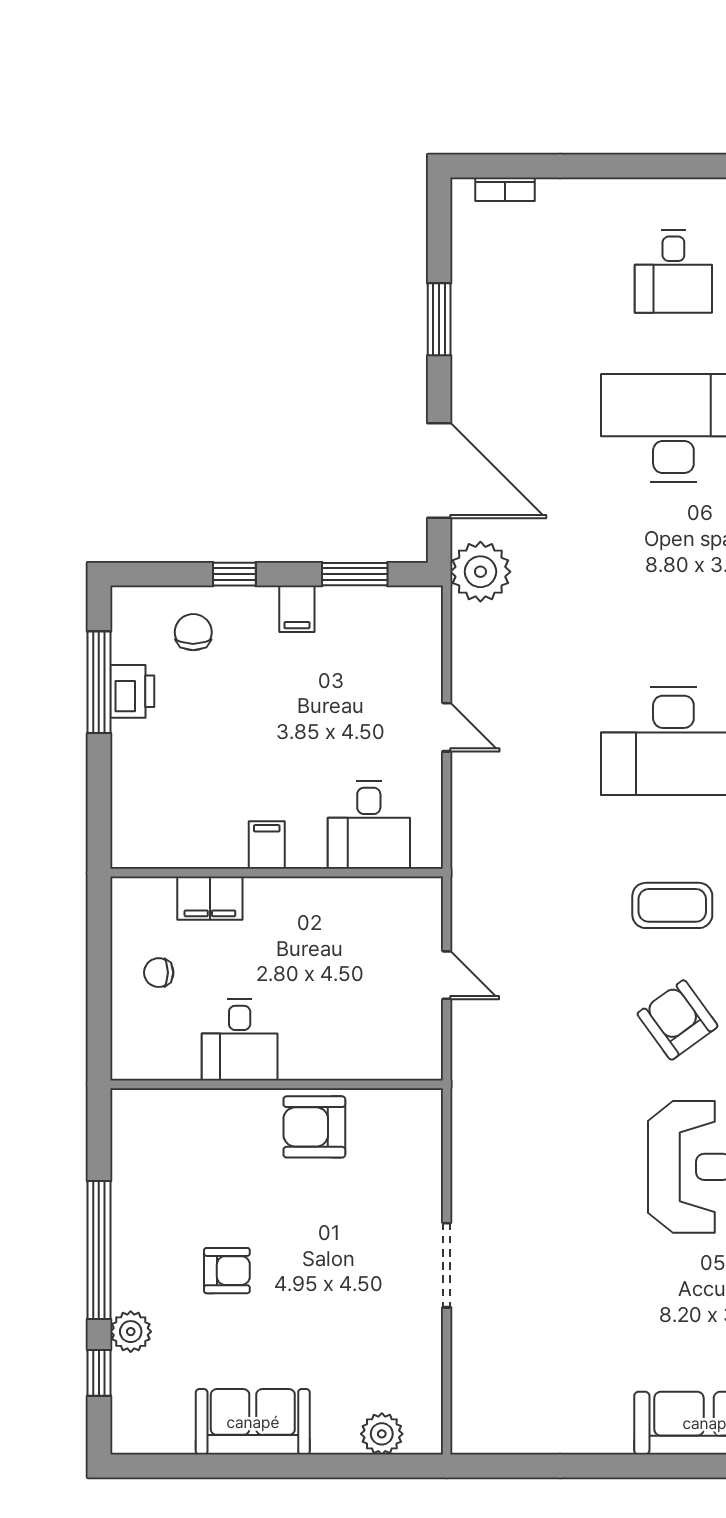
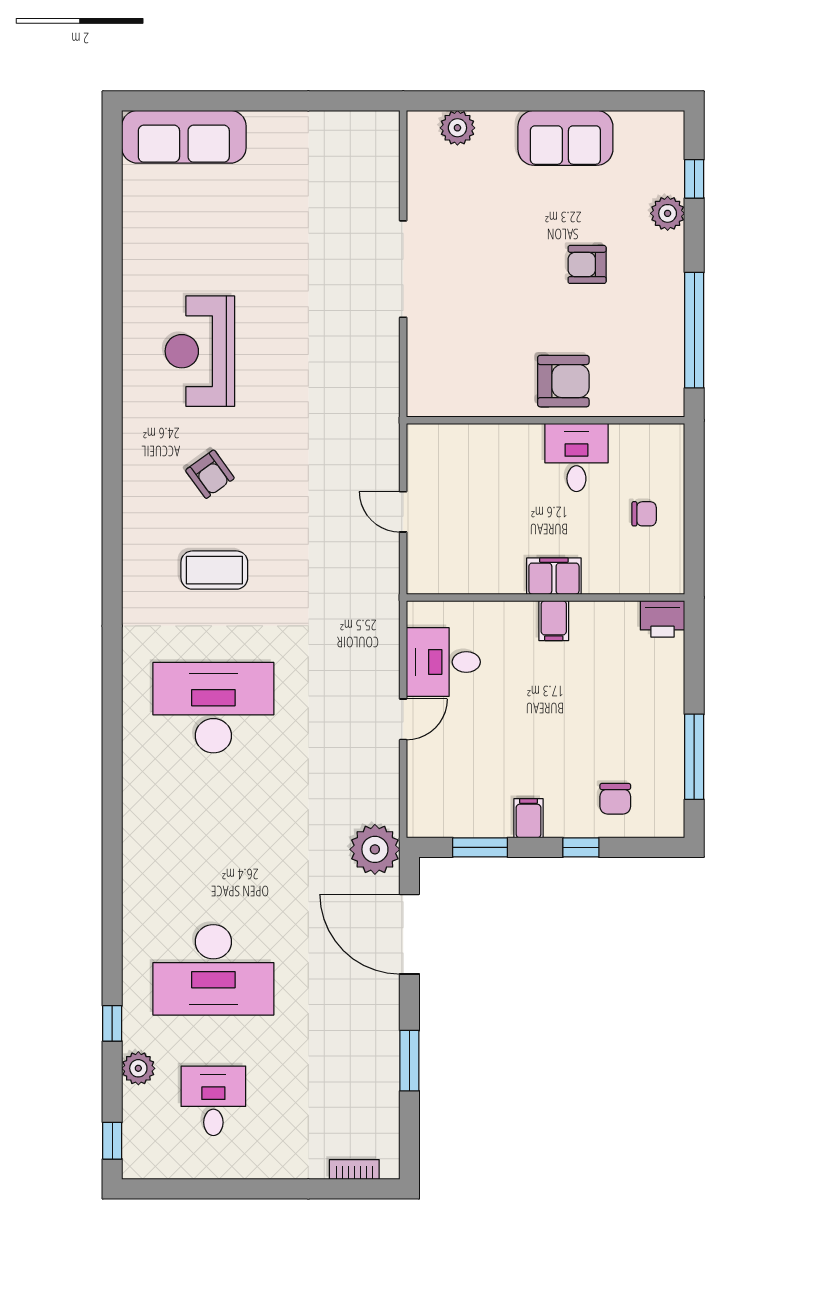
printer: (132, 691) -> (663, 619), moved, turned -90
door: (447, 727) -> (403, 719), swing flipped
desk: (369, 825) -> (443, 662), moved, turned -90
filing cabinet: (210, 898) -> (554, 576), moved
armchair: (678, 1020) -> (210, 474), width x0.72, depth x0.72
armchair: (314, 1127) -> (563, 381), moved
window: (99, 1250) -> (694, 330), moved
doorway: (447, 1265) -> (403, 269), width x1.36

